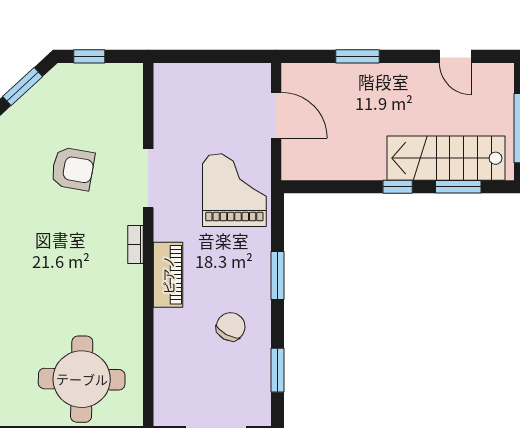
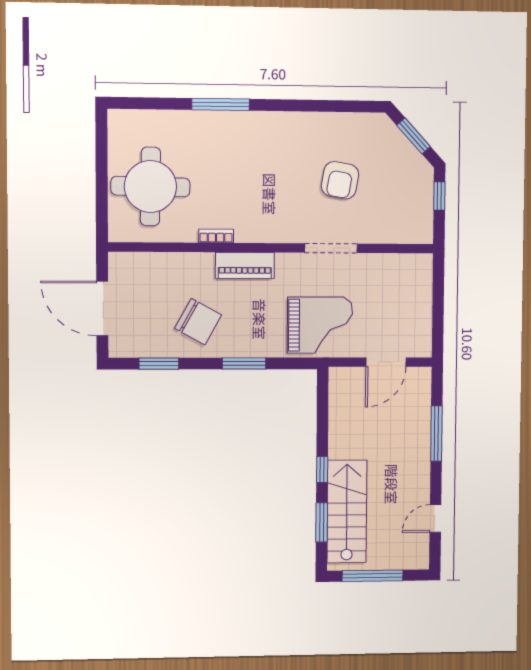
window: (358, 56) -> (436, 433), width x1.44
bookcase: (135, 244) -> (216, 236), moved
chair: (231, 327) -> (198, 322), width x1.37, depth x1.37

